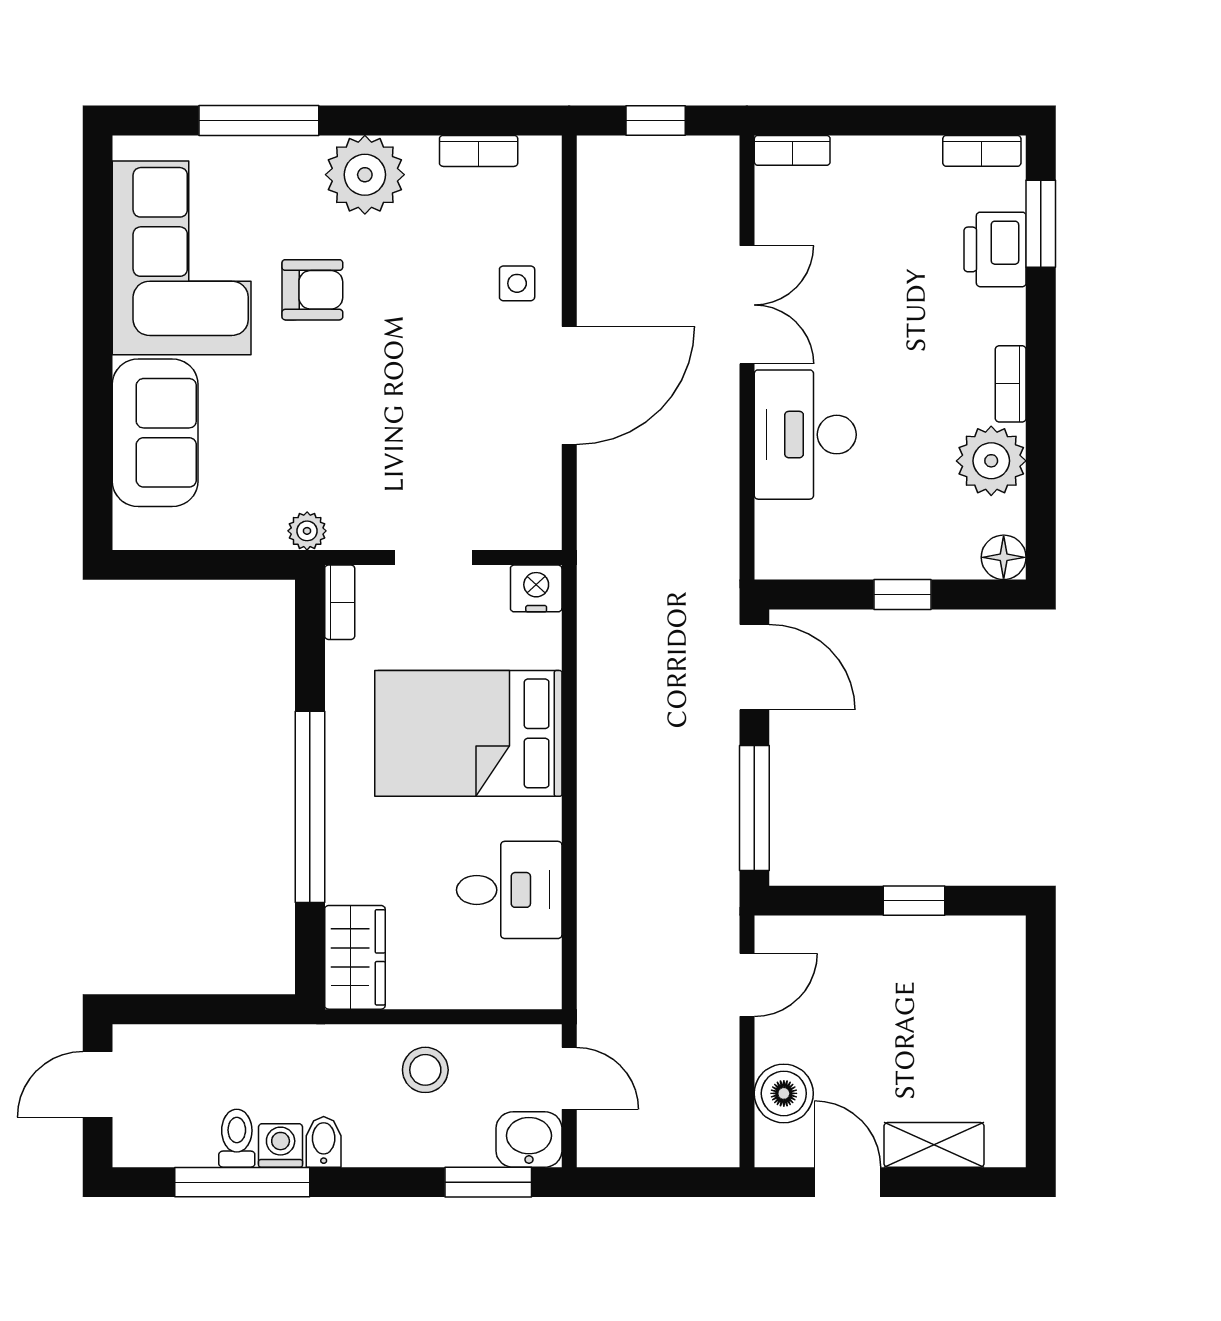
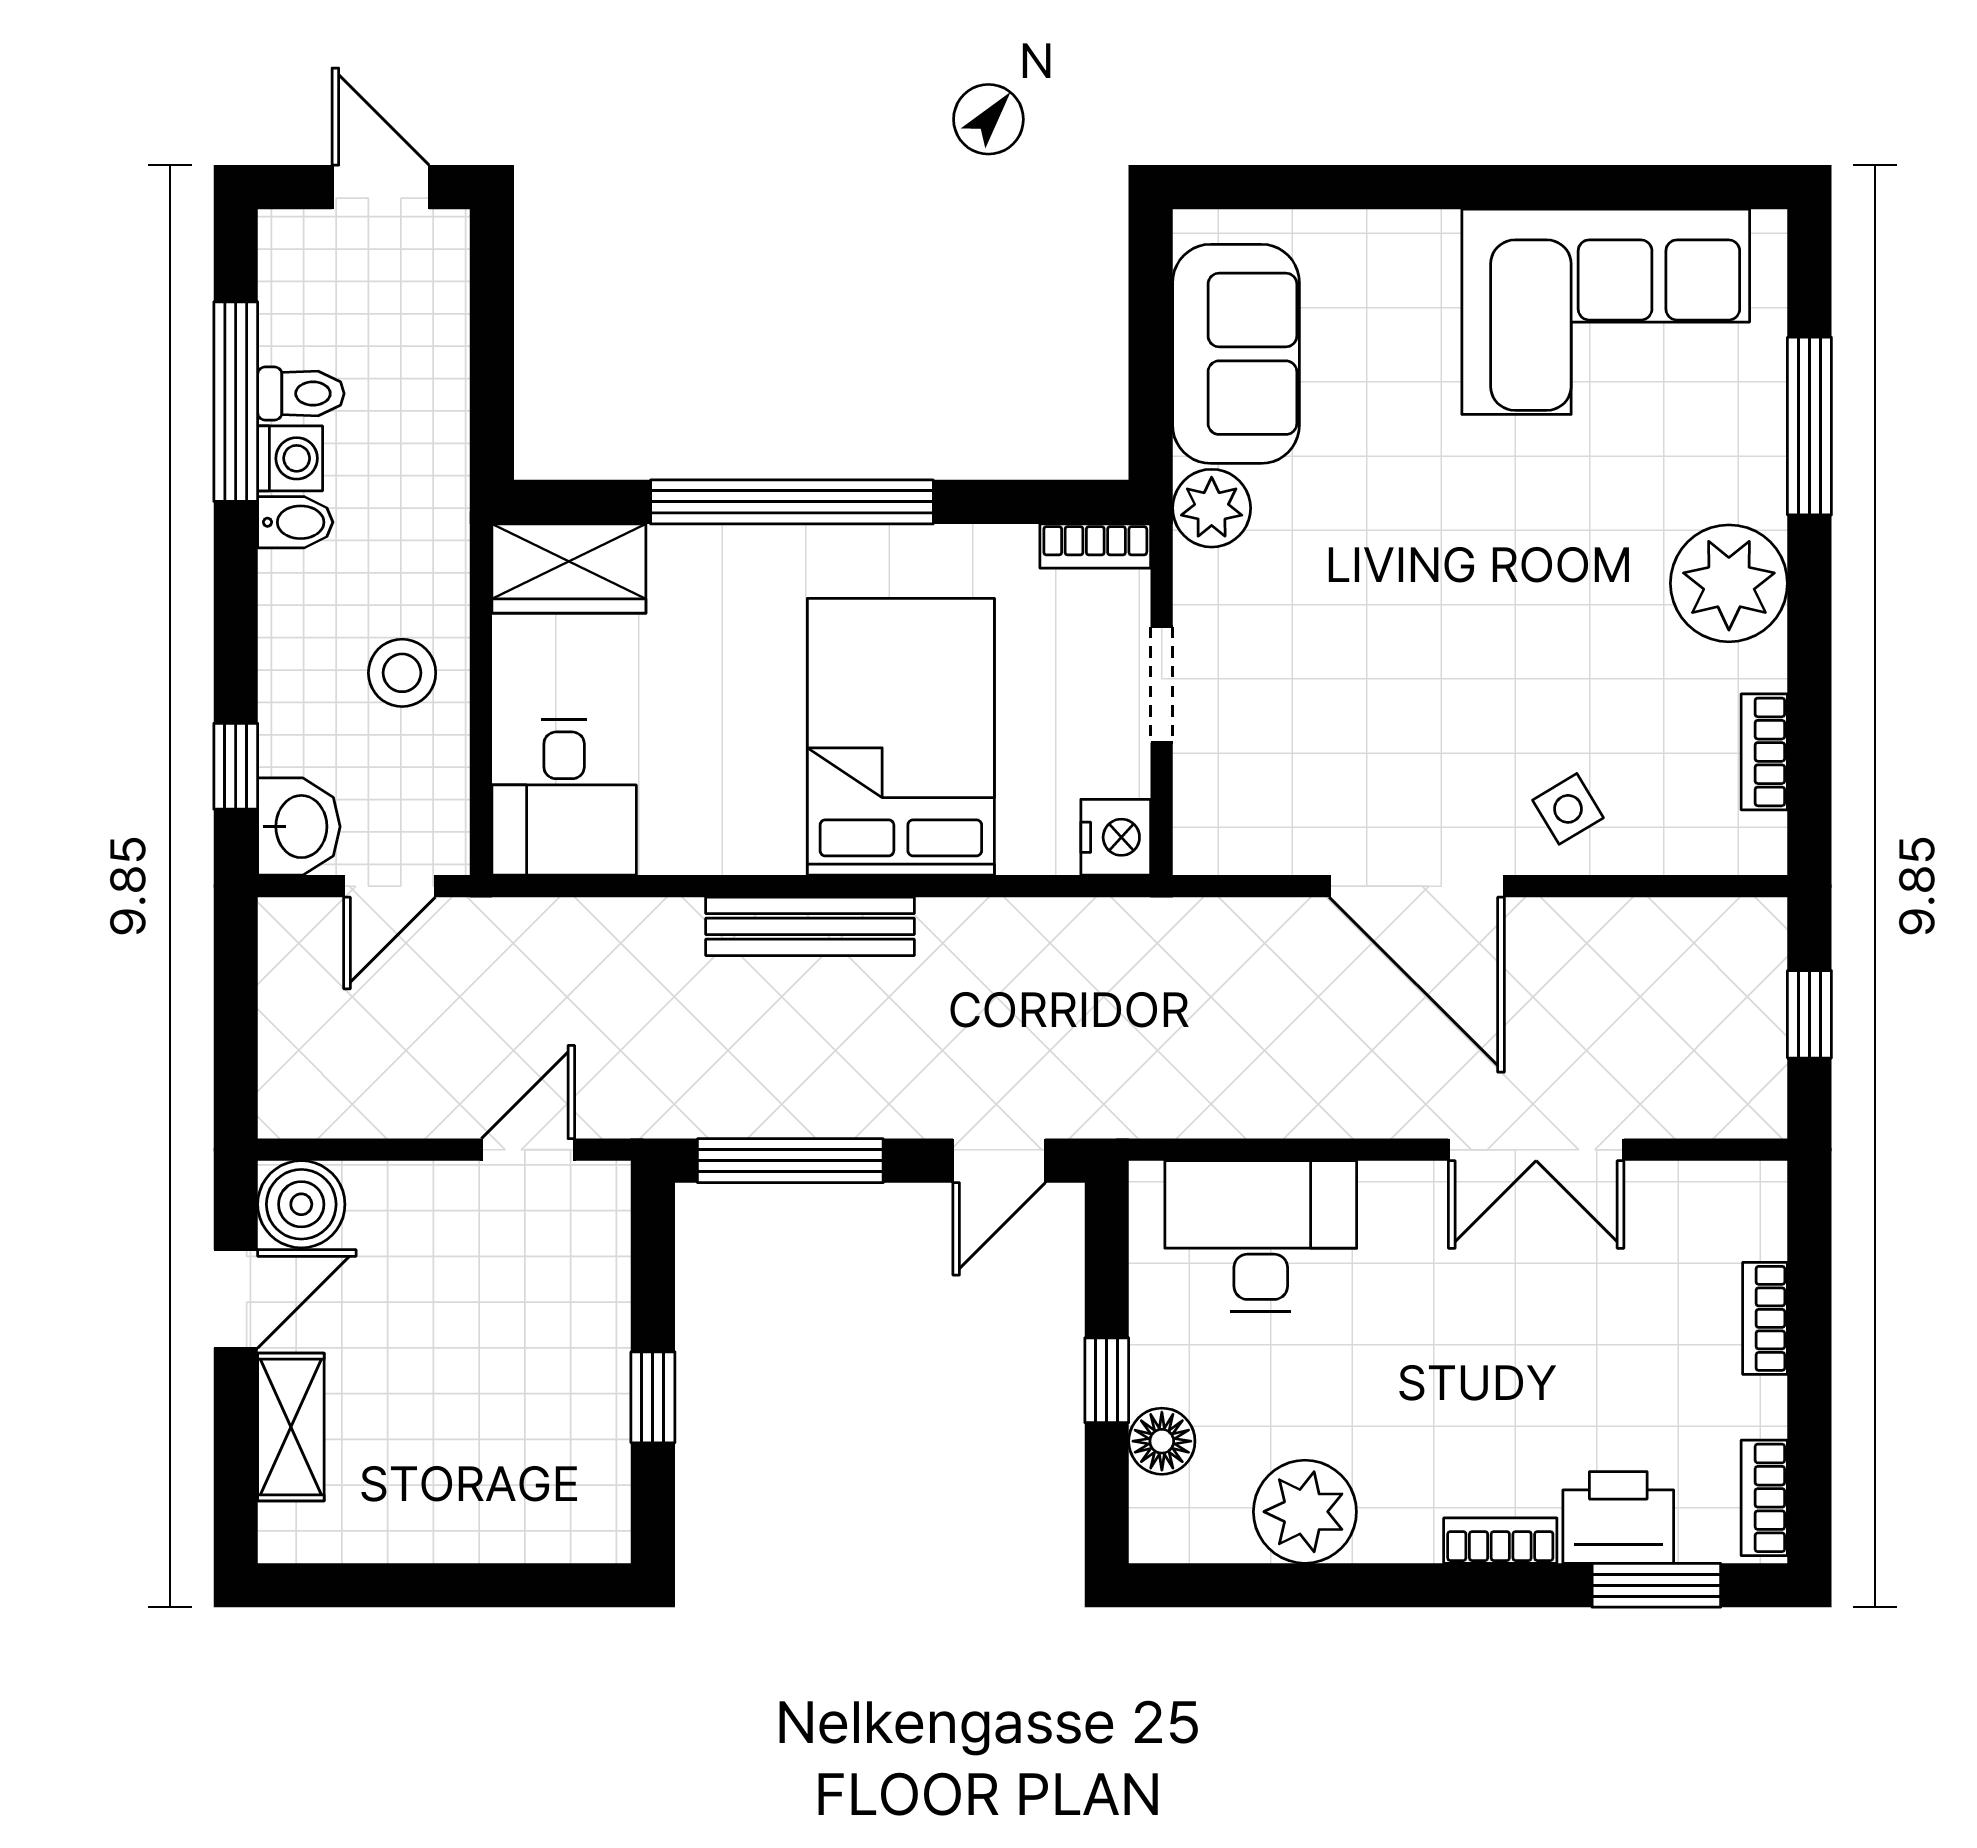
bookcase: (792, 150) -> (1765, 1318), moved
side table: (517, 283) -> (1568, 809), turned -31
armchair: (312, 290) -> (1558, 505), removed
bookcase: (1011, 384) -> (1500, 1541), moved
sofa: (155, 433) -> (1236, 354), moved, turned -90
desk: (805, 435) -> (1261, 1236), moved
plant: (307, 531) -> (1212, 508), width x1.38, depth x1.38
floor lamp: (1004, 557) -> (1162, 1441), moved
door: (754, 667) -> (999, 1161), width x0.73
bench: (596, 795) -> (810, 926), added
desk: (509, 890) -> (564, 797), moved
door: (747, 985) -> (528, 1150), swing flipped
boiler: (784, 1093) -> (301, 1204), moved
window: (488, 1182) -> (236, 766), width x0.67

